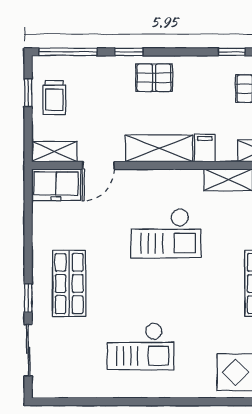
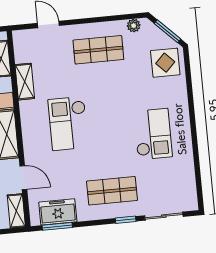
freezer: (56, 185) -> (58, 212), moved, turned -90
window: (28, 205) -> (57, 226), added
checkout: (166, 233) -> (68, 123), turned 180

